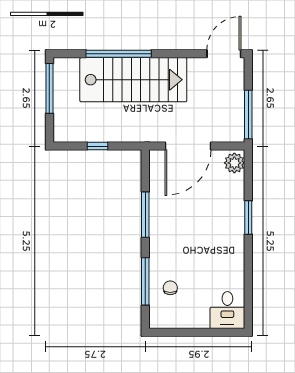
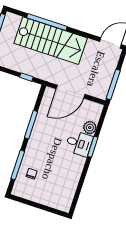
window: (98, 146) -> (26, 77), moved
plant: (234, 163) -> (90, 128), moved
desk: (227, 310) -> (79, 143), moved, turned -90

